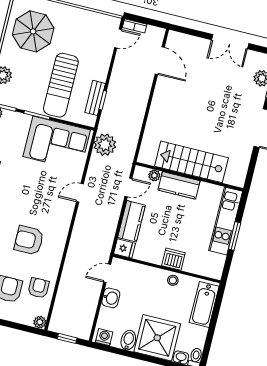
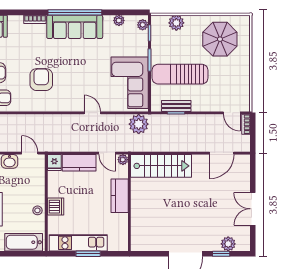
stairs: (192, 162) -> (161, 166), moved, turned 90
plant: (154, 175) -> (123, 160), moved
kitchen unit: (226, 221) -> (78, 243), moved

